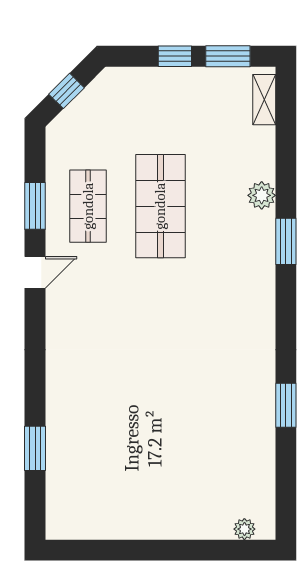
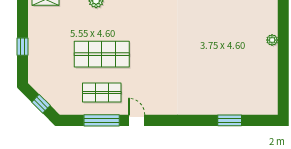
window: (228, 56) -> (23, 19), removed
window: (35, 206) -> (102, 120), width x1.44
plant: (244, 529) -> (272, 40), moved

